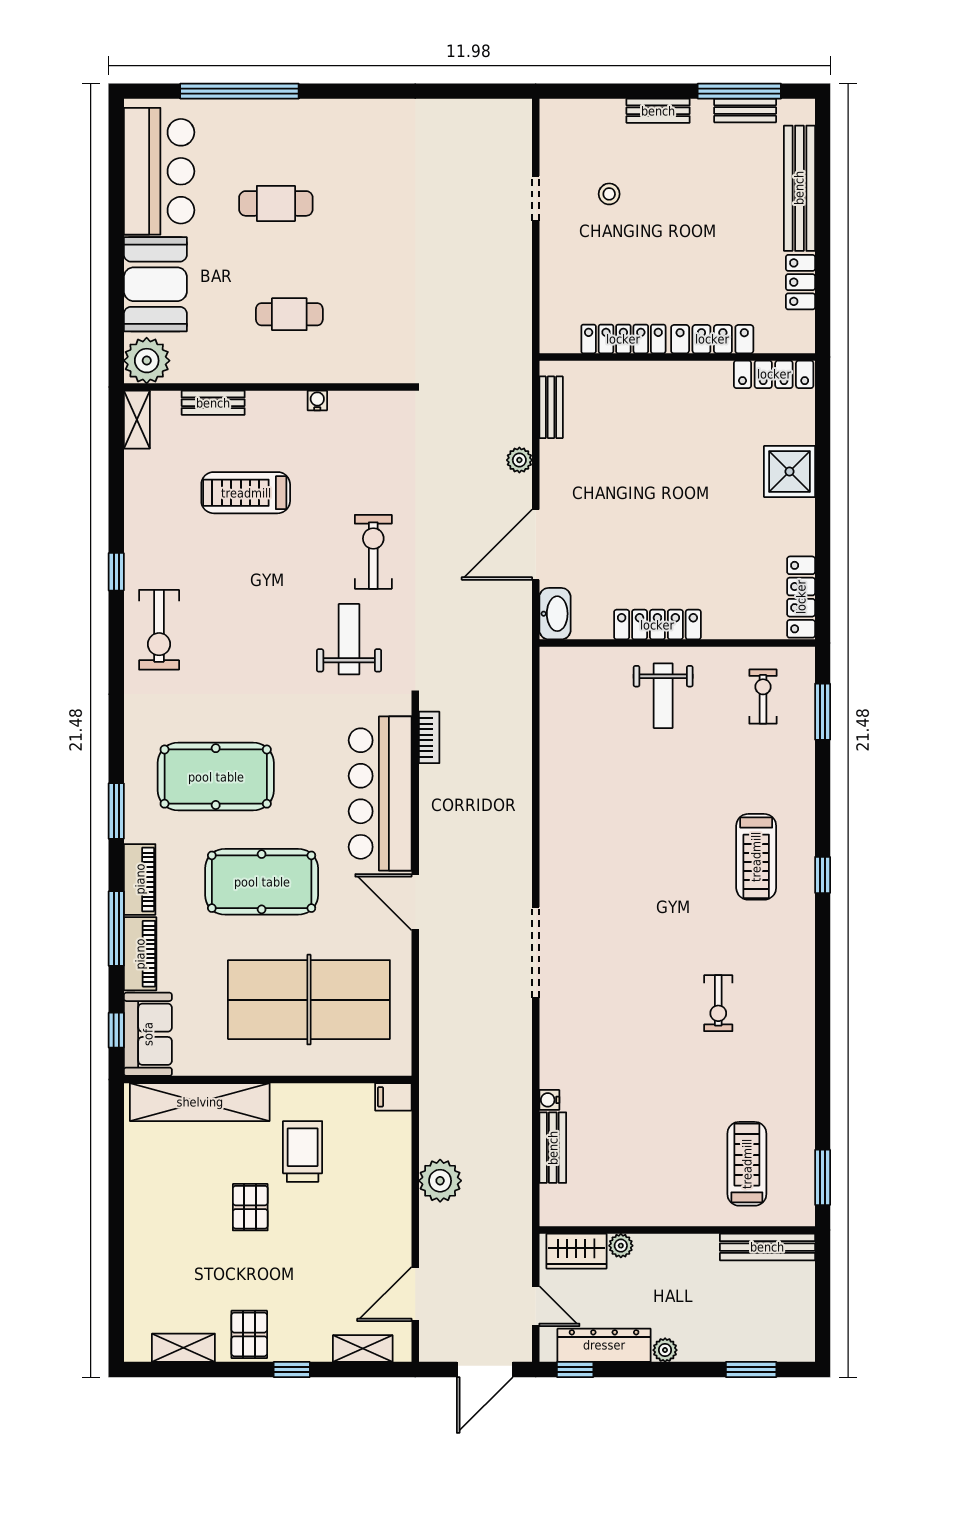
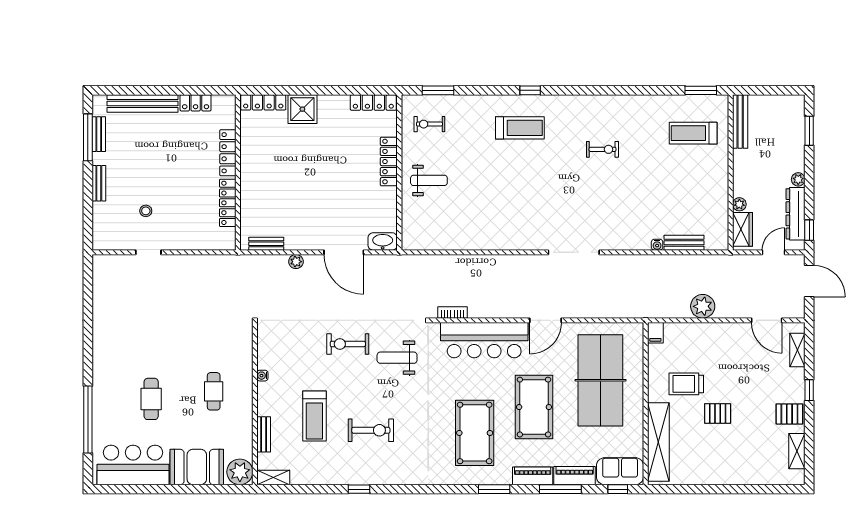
locker: (774, 374) -> (263, 102), moved, turned 90
locker: (657, 625) -> (389, 162), moved
exercise bike: (159, 630) -> (371, 430), moved

